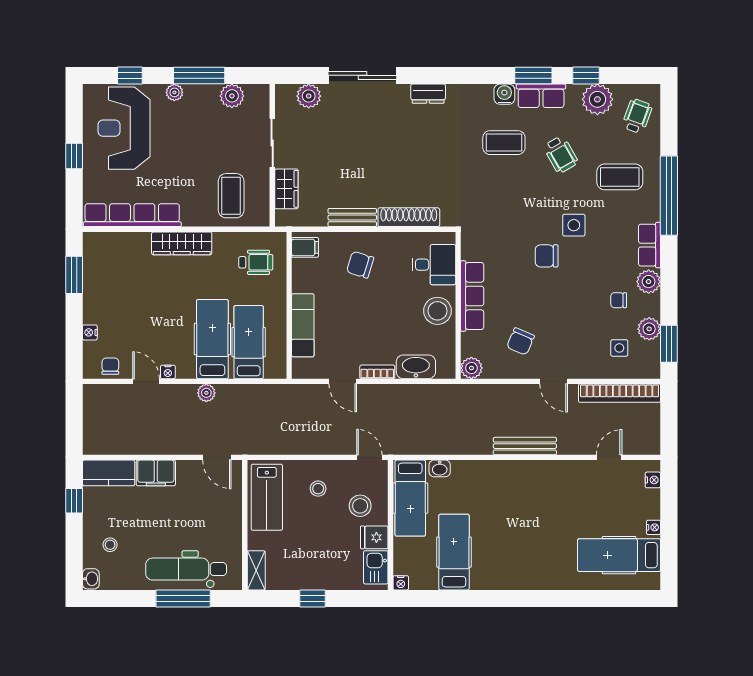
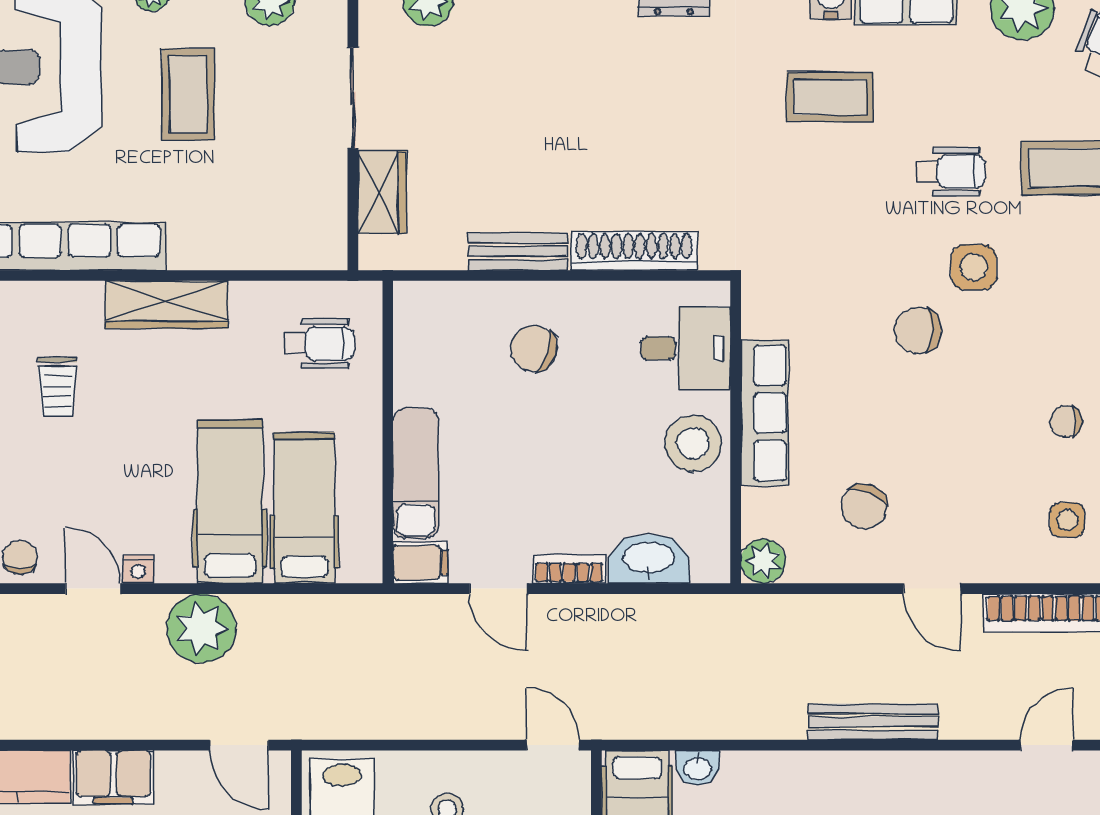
wheelchair: (561, 154) -> (951, 172), moved, turned -60
coffee table: (231, 196) -> (188, 94), moved
filing cabinet: (305, 247) -> (420, 563), moved
trolley: (129, 283) -> (57, 387), added
plant: (206, 393) -> (201, 628), width x1.87, depth x1.87

